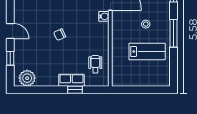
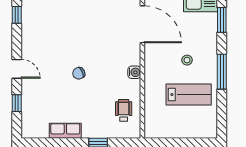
water cooler: (104, 16) -> (134, 72), moved
plant: (27, 78) -> (38, 128), removed
row of seats: (71, 80) -> (65, 131), moved

